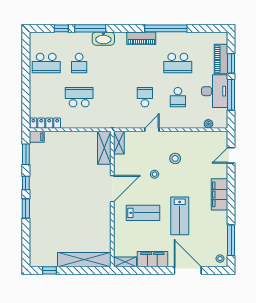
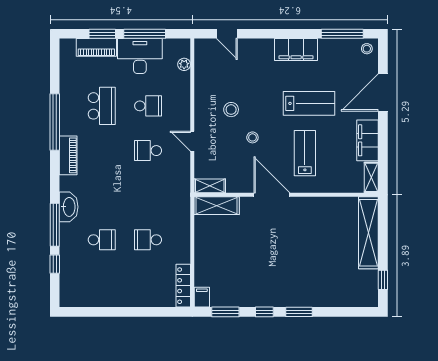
school desk: (46, 63) -> (102, 284), removed
school desk: (79, 97) -> (148, 240), width x0.54
filing cabinet: (219, 194) -> (296, 50), moved

